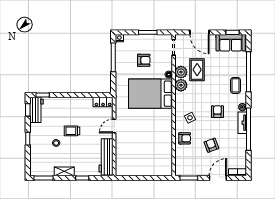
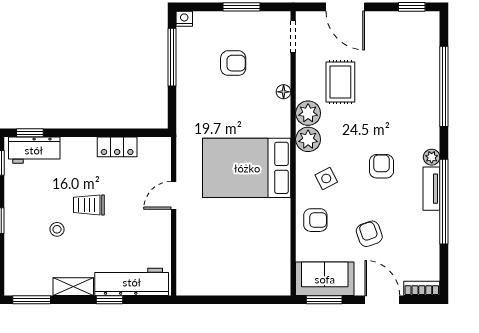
sofa: (231, 43) -> (325, 279), moved, turned 180
plant: (181, 72) -> (308, 139), moved
coffee table: (236, 85) -> (418, 114), removed
bed: (150, 94) -> (247, 168), moved
locker: (103, 102) -> (117, 147), moved
workbench: (36, 110) -> (34, 150), moved, turned 90
workbench: (106, 157) -> (132, 282), moved, turned 90
door: (218, 178) -> (382, 300), hinge flipped

